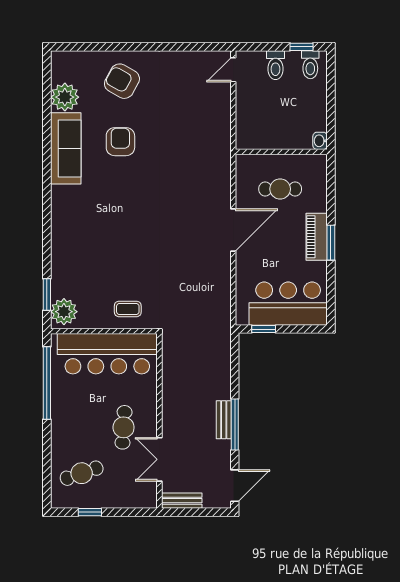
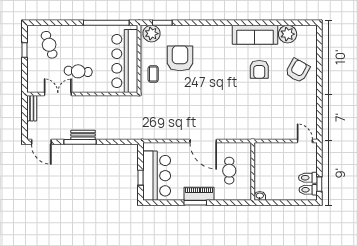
toilet: (275, 65) -> (308, 178), moved
armchair: (120, 142) -> (259, 69), turned 90
armchair: (103, 267) -> (180, 58), added
window: (264, 329) -> (140, 178), moved

